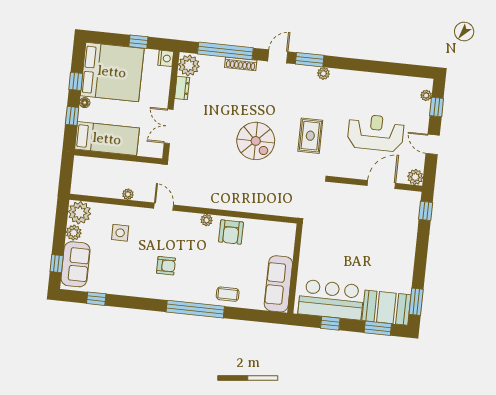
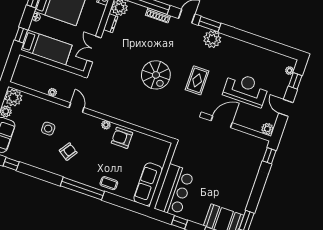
plant: (323, 73) -> (212, 39), width x1.87, depth x1.87
window: (72, 116) -> (21, 35), moved
door: (381, 184) -> (222, 122), moved
armchair: (231, 232) -> (122, 138), turned 90
side table: (120, 233) -> (48, 129), moved
armchair: (166, 266) -> (68, 152), turned -56
bar counter: (331, 300) -> (174, 190), moved, turned 90

